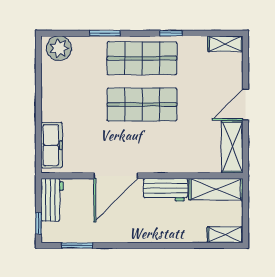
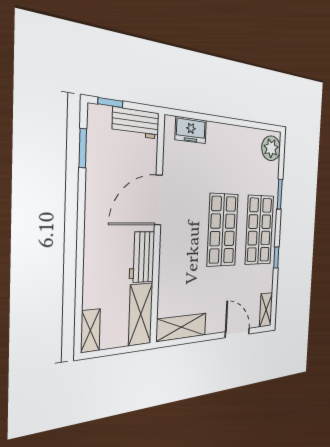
door: (245, 105) -> (237, 333), moved
freezer: (52, 145) -> (191, 130), width x0.71
door: (116, 176) -> (158, 200), hinge flipped

